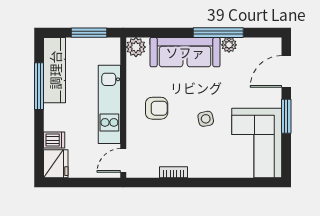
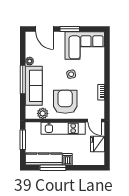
window: (218, 33) -> (23, 80), moved
plant: (136, 47) -> (43, 113), moved
armchair: (157, 108) -> (65, 102), width x1.88, depth x1.88
dishwasher: (54, 140) -> (68, 159), moved
fridge: (56, 164) -> (97, 144), moved, turned -90

